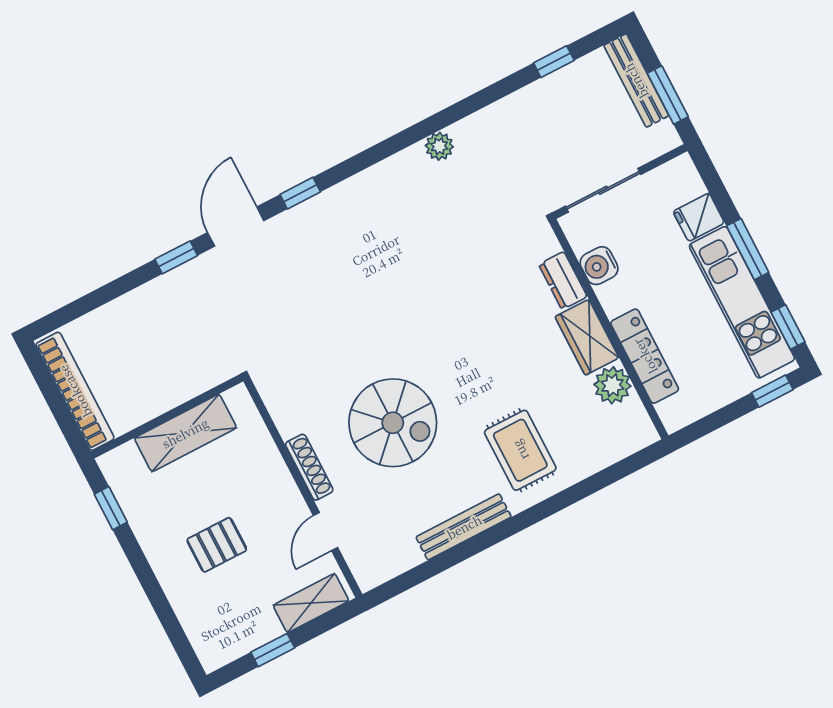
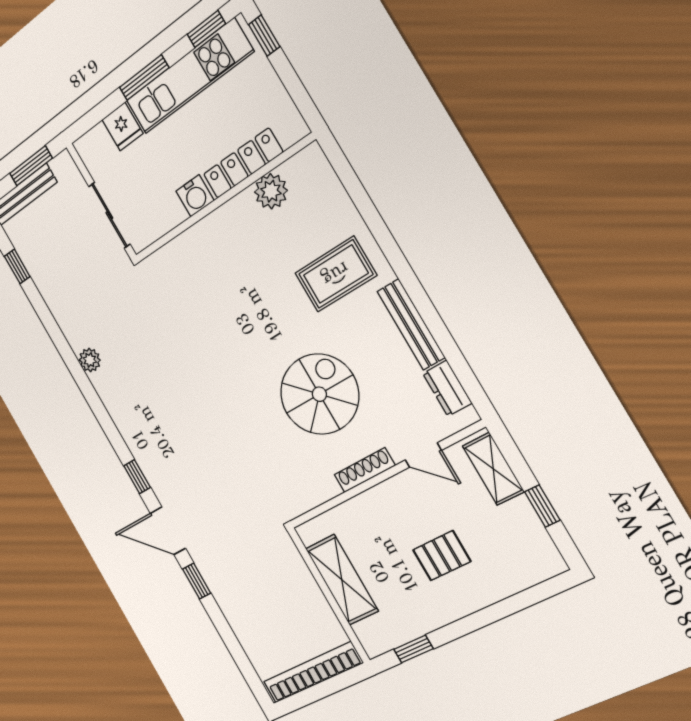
water cooler: (599, 266) -> (195, 196), moved
dresser: (563, 281) -> (447, 388), moved, turned 90
wardrobe: (587, 337) -> (231, 219), removed
pallet: (217, 545) -> (442, 556), turned 90

